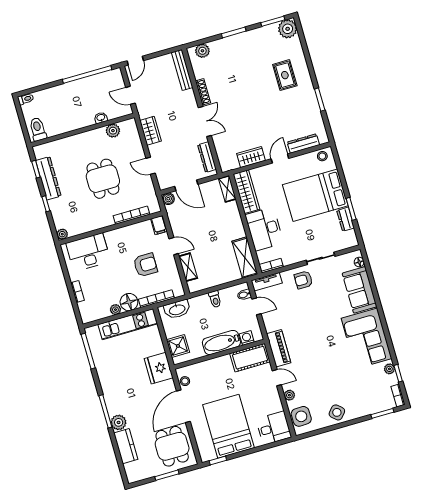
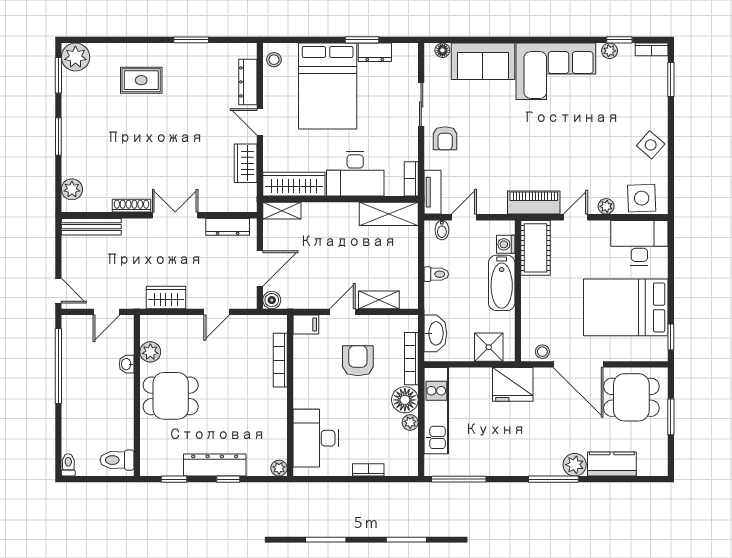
dresser: (48, 178) -> (215, 465), moved
dining table: (103, 179) -> (171, 396), moved
desk: (274, 428) -> (639, 243), width x1.37

